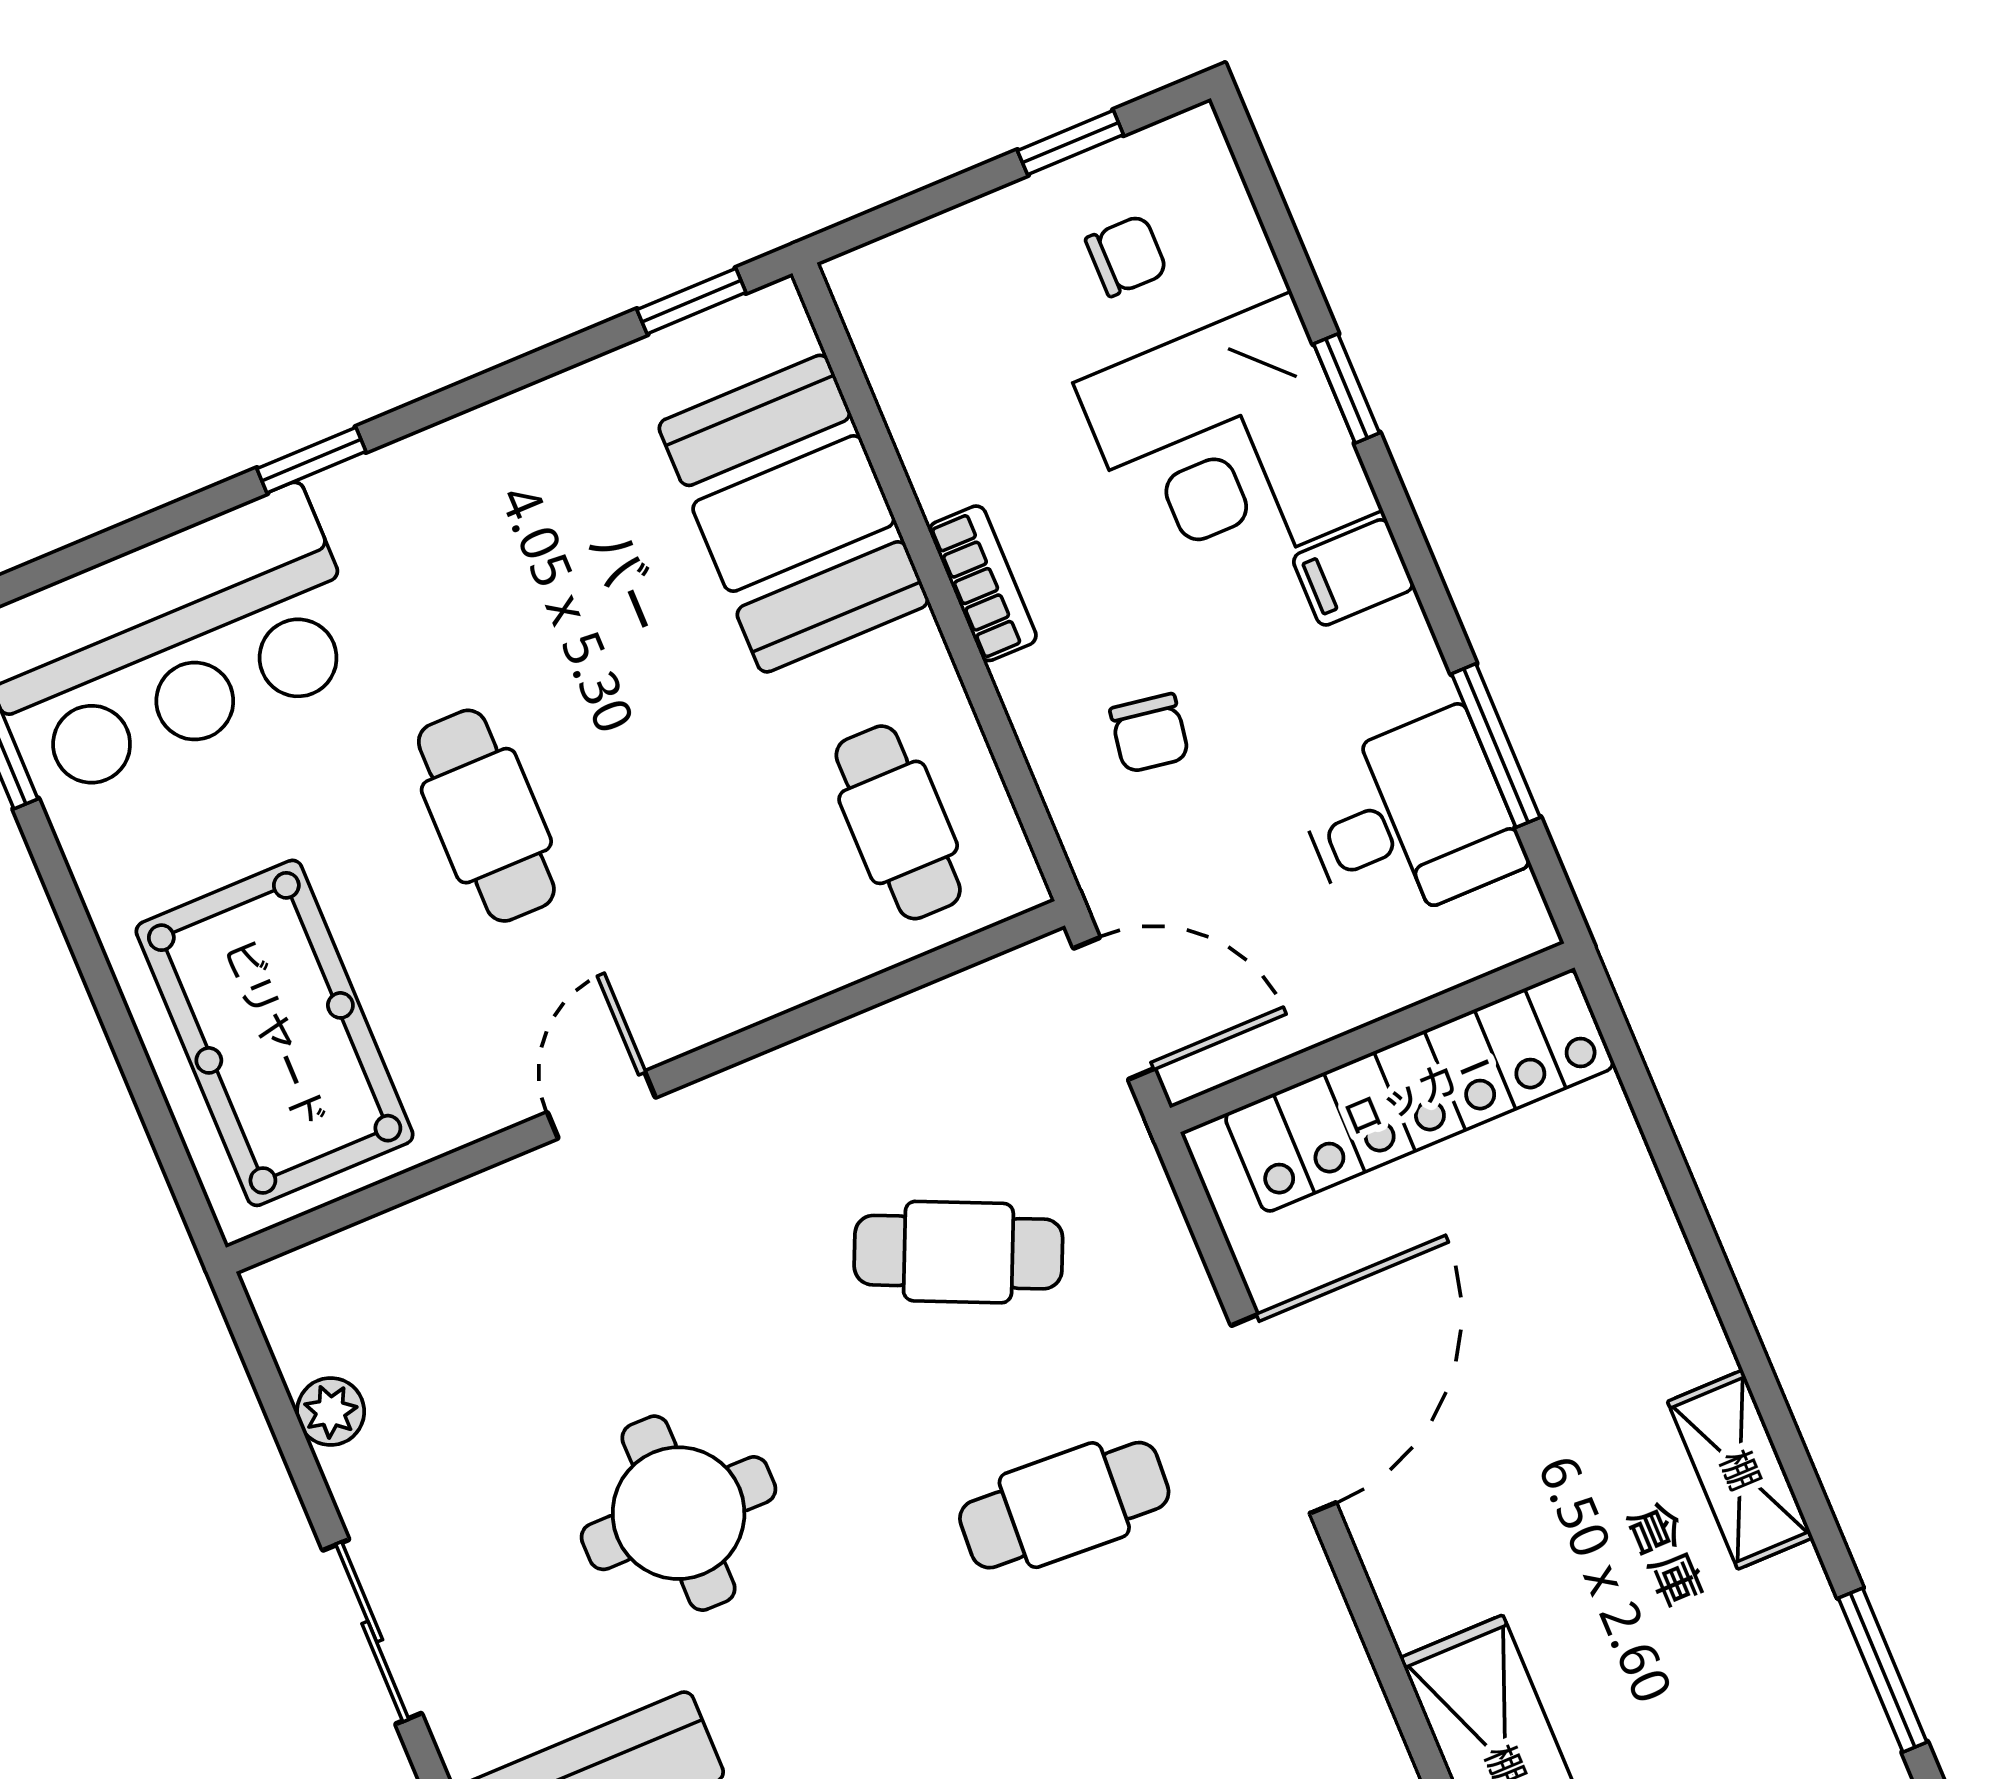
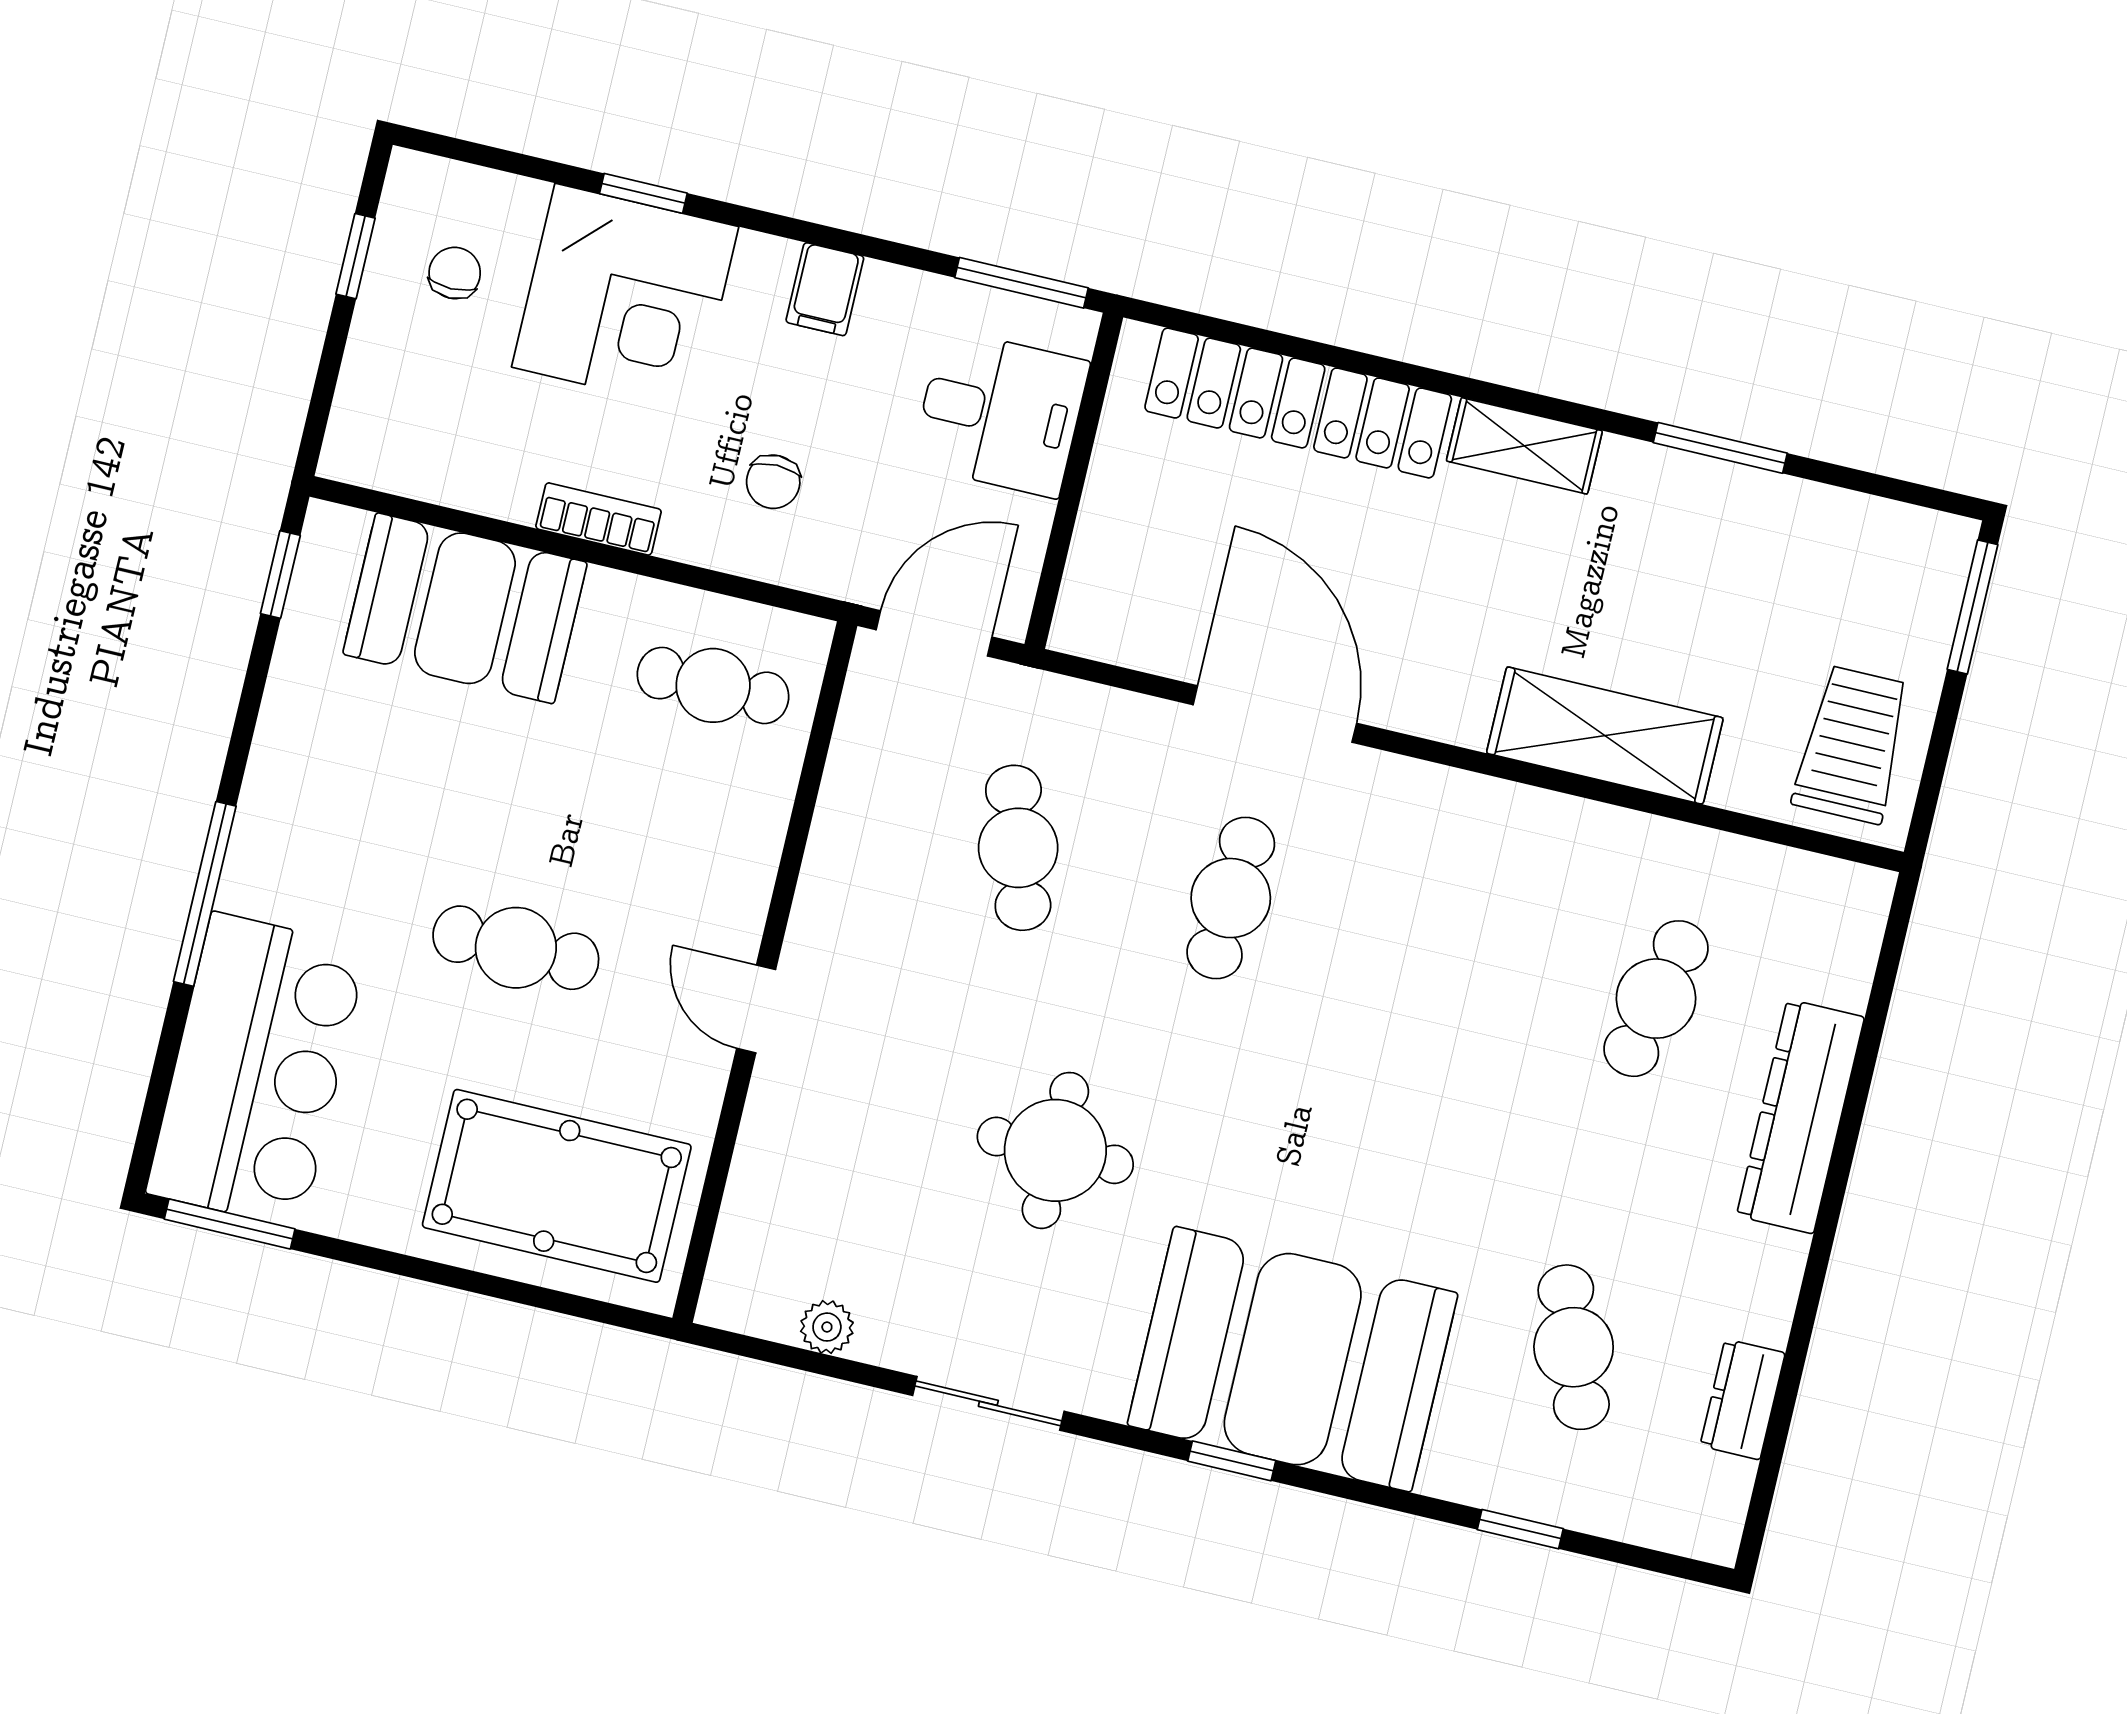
window: (311, 460) -> (205, 894), width x2.17
filing cabinet: (1353, 572) -> (825, 289), moved
chair: (1149, 733) -> (773, 482), turned 81
window: (1496, 746) -> (1022, 283), moved
desk: (1409, 820) -> (1000, 413), moved, turned 90
locker: (1419, 1091) -> (1298, 403), moved, turned 90
cafe table: (958, 1252) -> (1018, 848), turned -42

